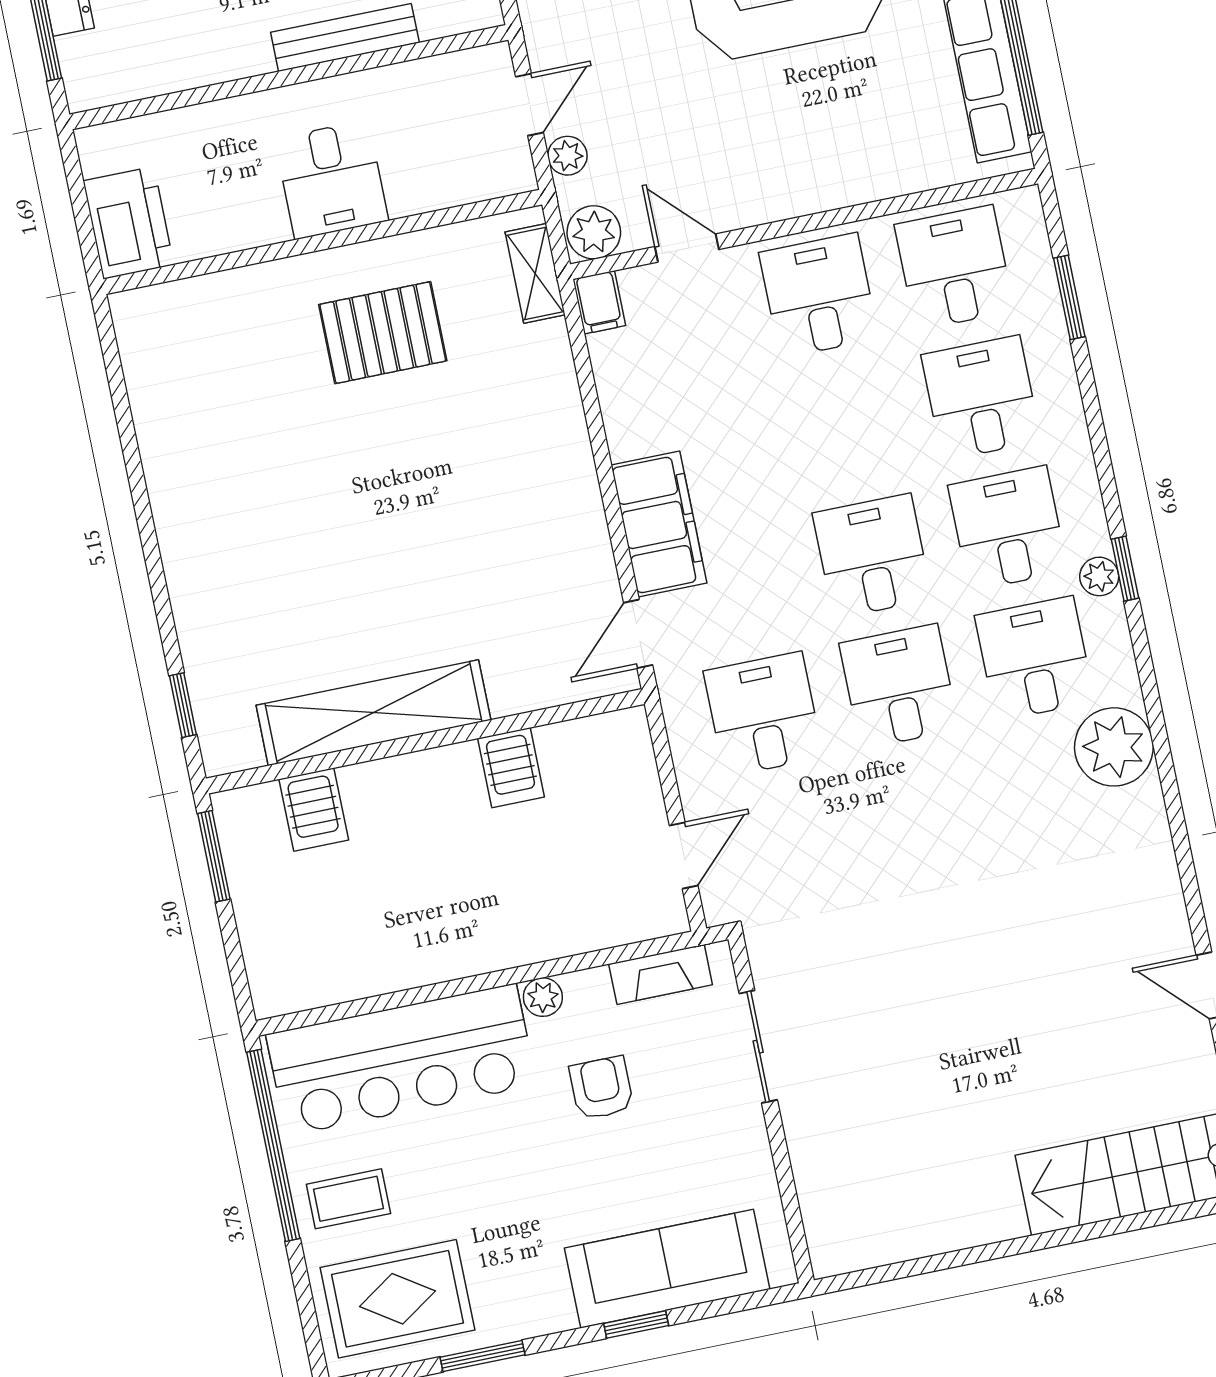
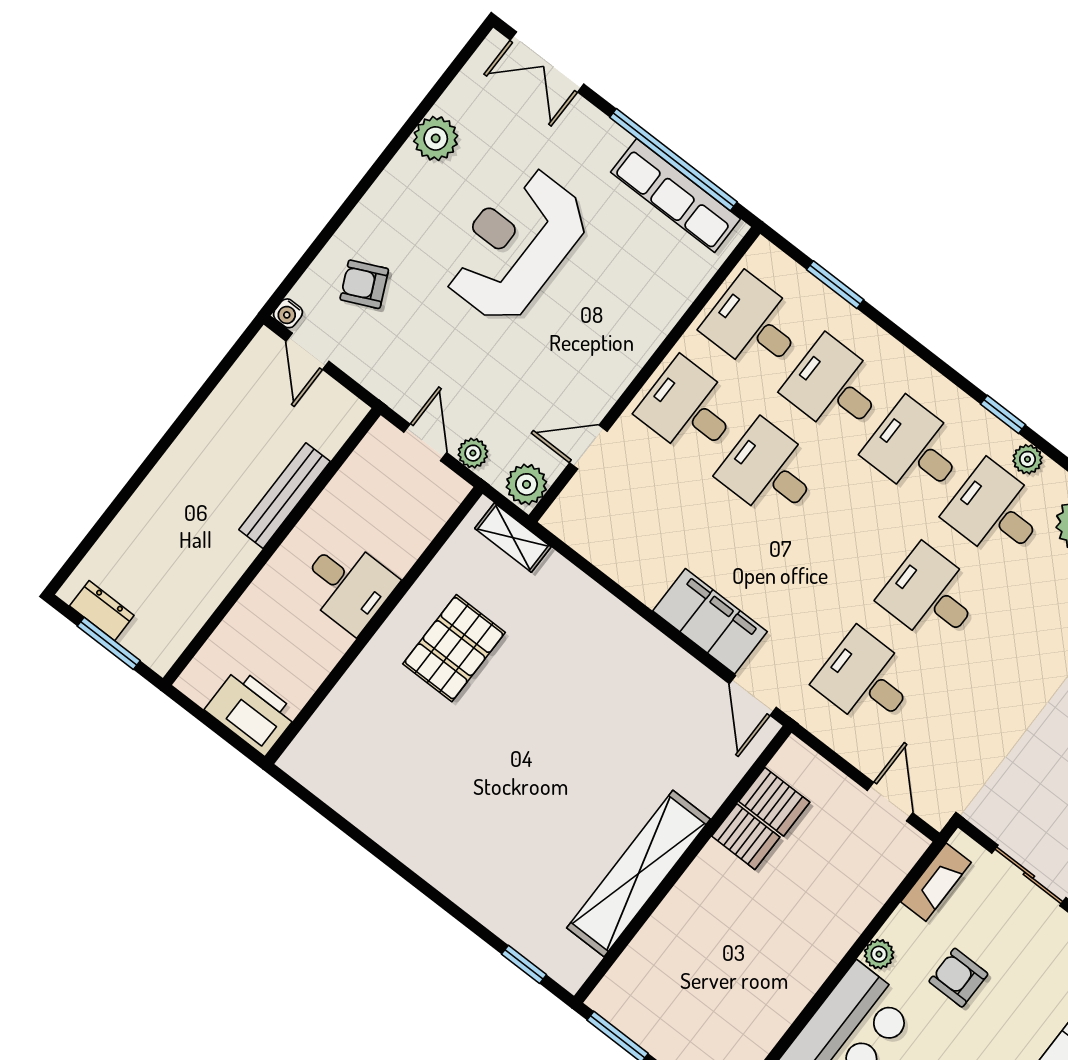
filing cabinet: (599, 302) -> (565, 522), removed
desk: (872, 556) -> (769, 471), moved
plant: (1099, 576) -> (1027, 459), moved
server rack: (314, 810) -> (774, 802), moved

